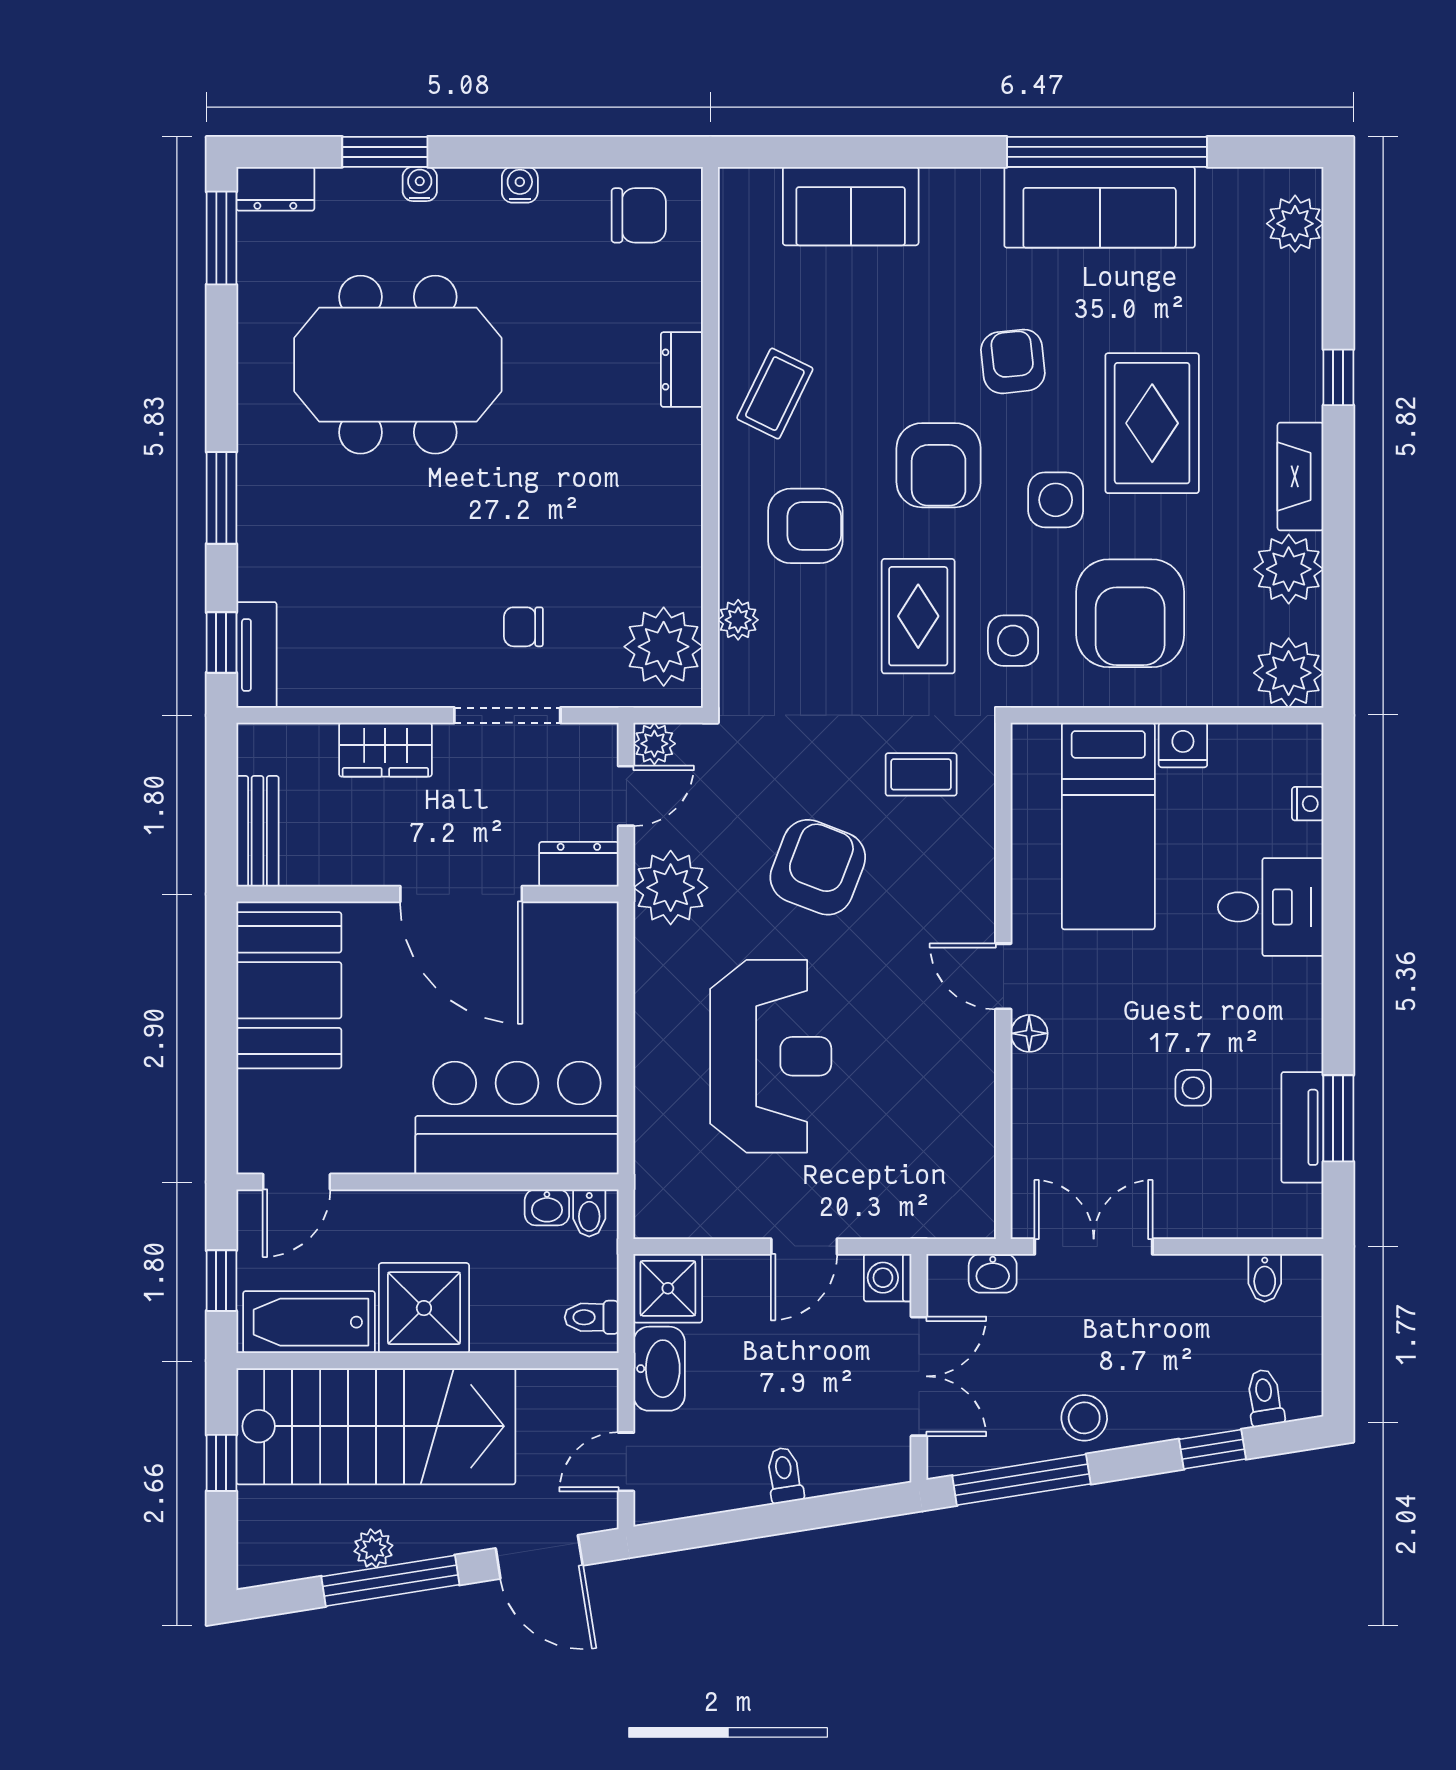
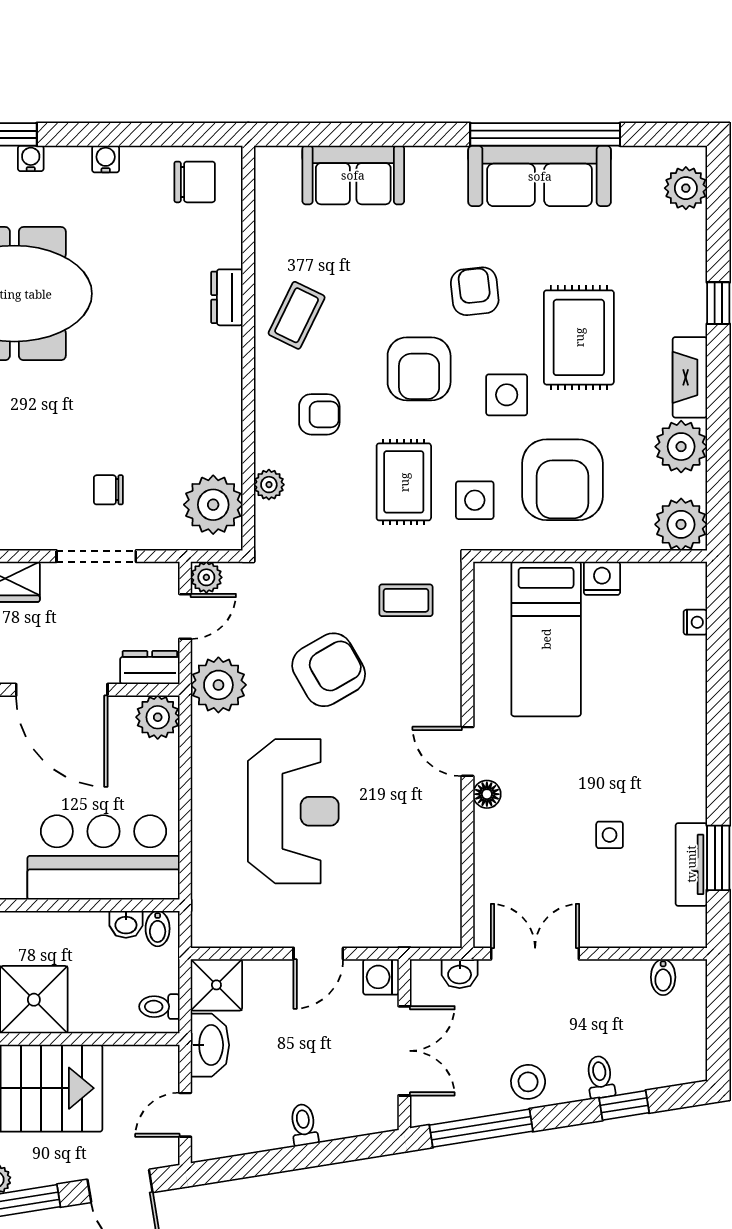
armchair: (805, 526) -> (319, 414), width x0.72, depth x0.72
armchair: (818, 867) -> (329, 670), turned 39
desk: (1271, 907) -> (668, 700), removed
plant: (589, 931) -> (158, 717), added
toilet: (1265, 1398) -> (600, 1077), moved

